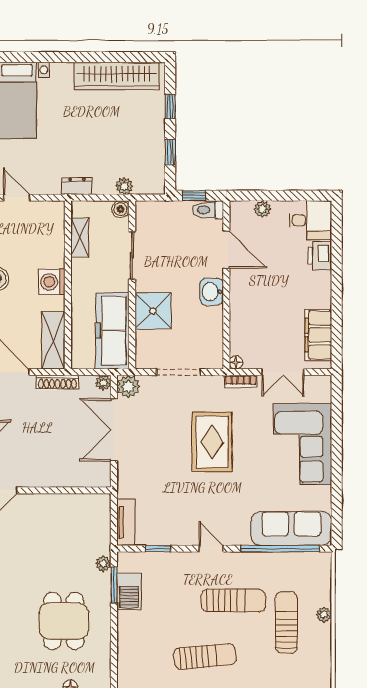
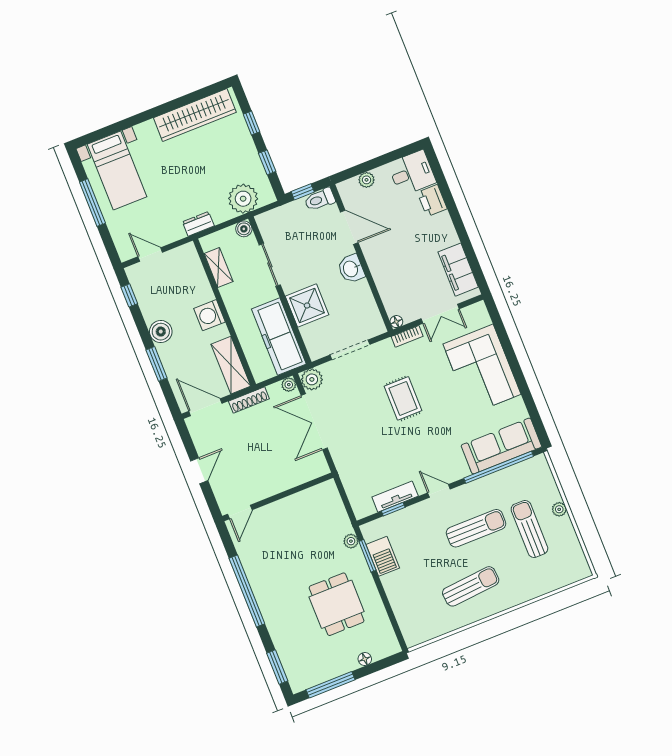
plant: (124, 186) -> (243, 199), width x1.88, depth x1.88
rug: (212, 442) -> (403, 398), width x0.73, depth x0.70
tv unit: (126, 522) -> (395, 497), moved, turned -90

